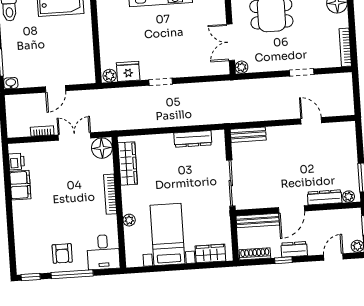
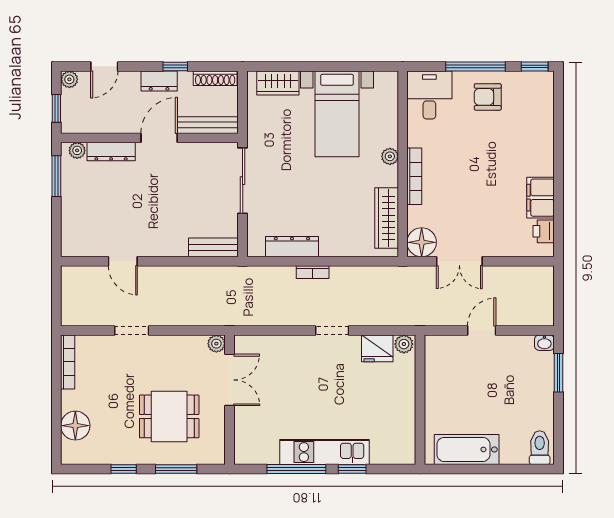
bookcase: (42, 131) -> (313, 272), moved
plant: (129, 220) -> (390, 156), moved
armchair: (62, 253) -> (488, 97), turned -90

